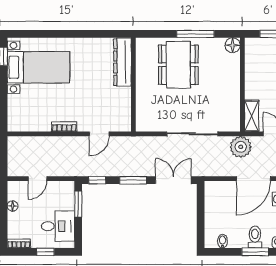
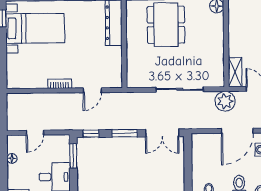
double door: (173, 180) -> (162, 133), swing flipped

